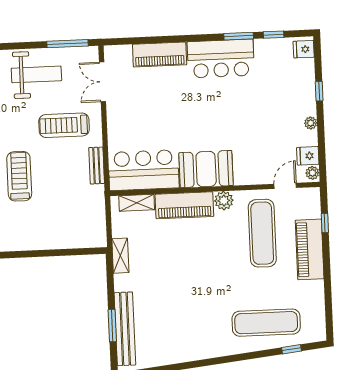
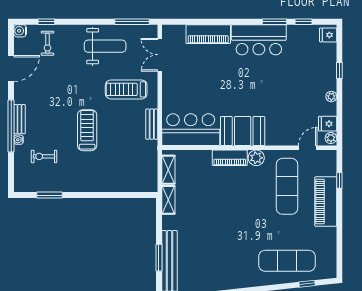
shelving: (137, 203) -> (168, 170), moved, turned 90
piano: (184, 205) -> (230, 158), width x0.73, depth x0.75

